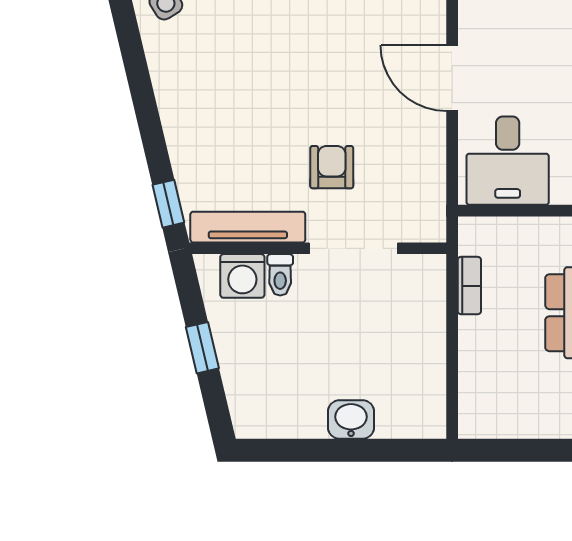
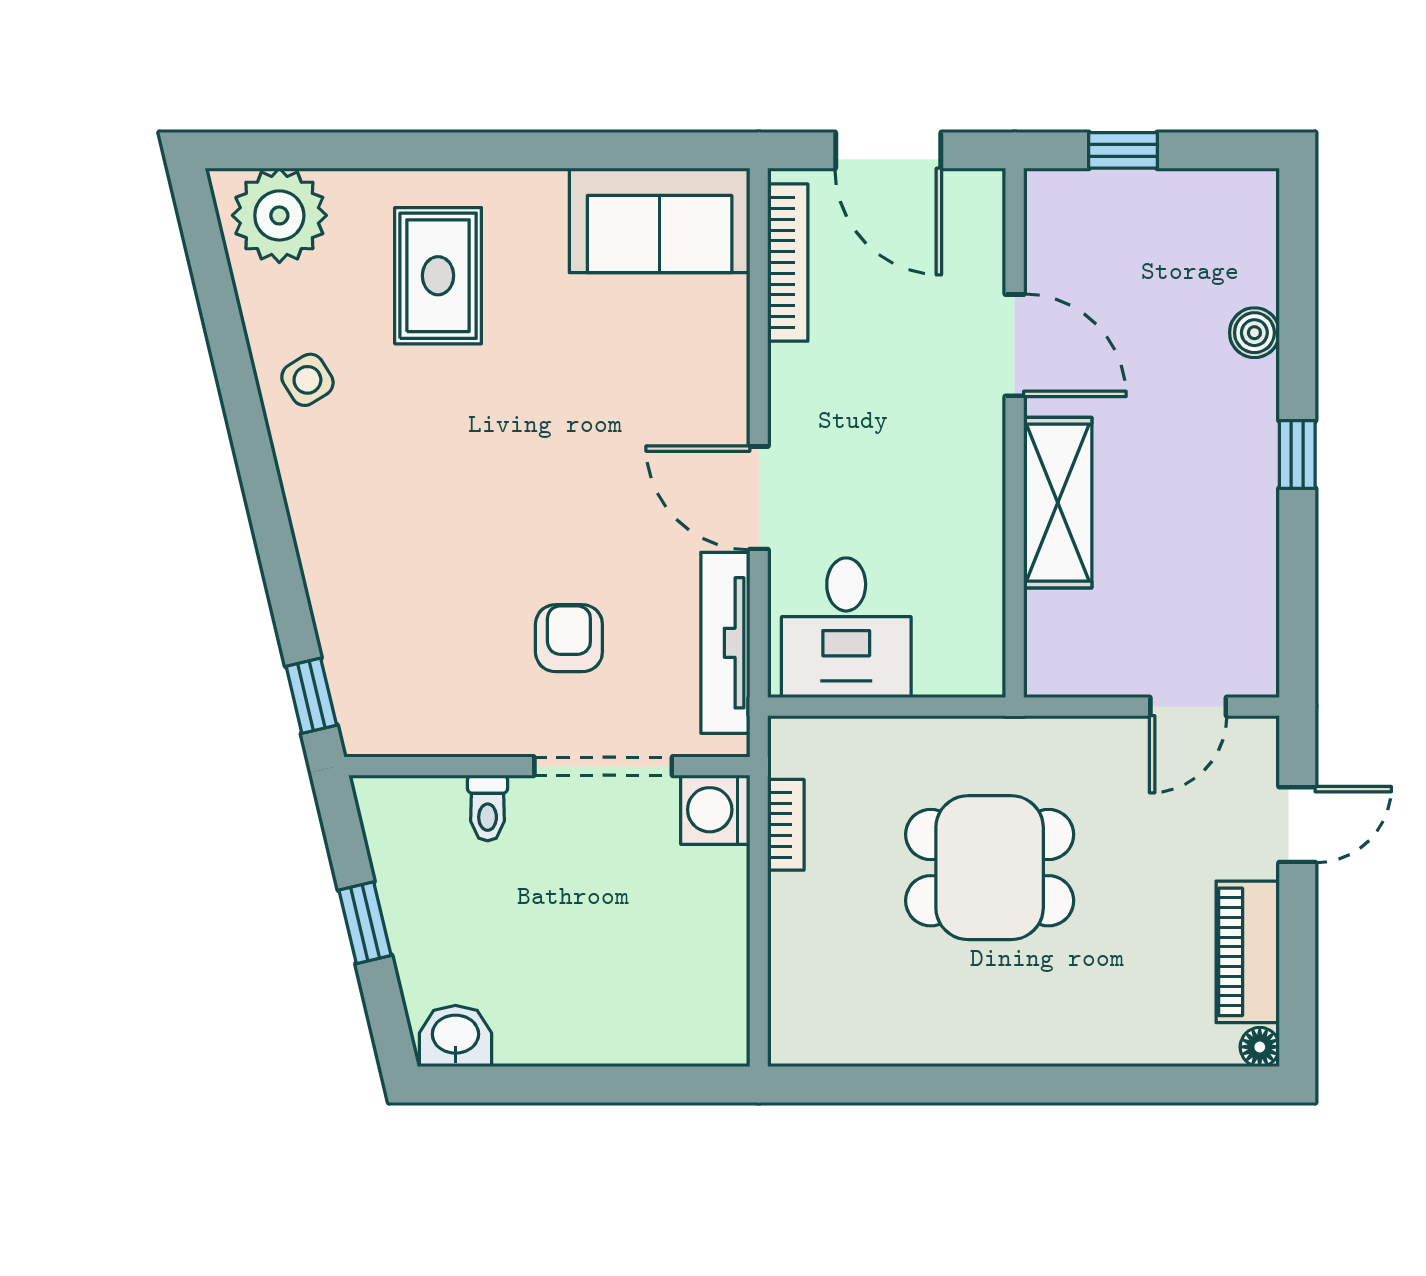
tv unit: (248, 227) -> (725, 643), moved, turned -90
washing machine: (242, 276) -> (715, 810), moved, turned 90
washbasin: (351, 419) -> (455, 1036), moved

